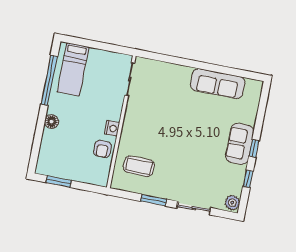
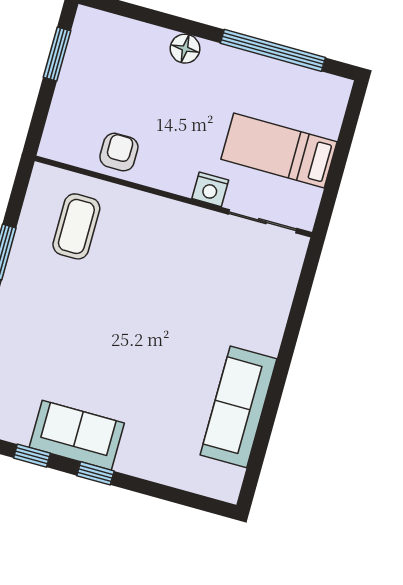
bed: (73, 69) -> (279, 150), moved
nightstand: (112, 128) -> (210, 189), moved
sofa: (240, 144) -> (77, 435), moved
armchair: (102, 149) -> (119, 152), turned 90

